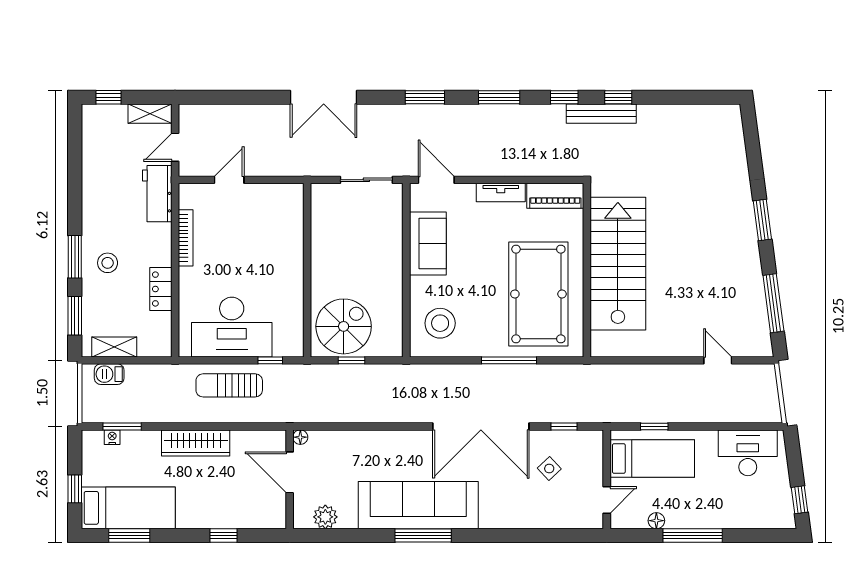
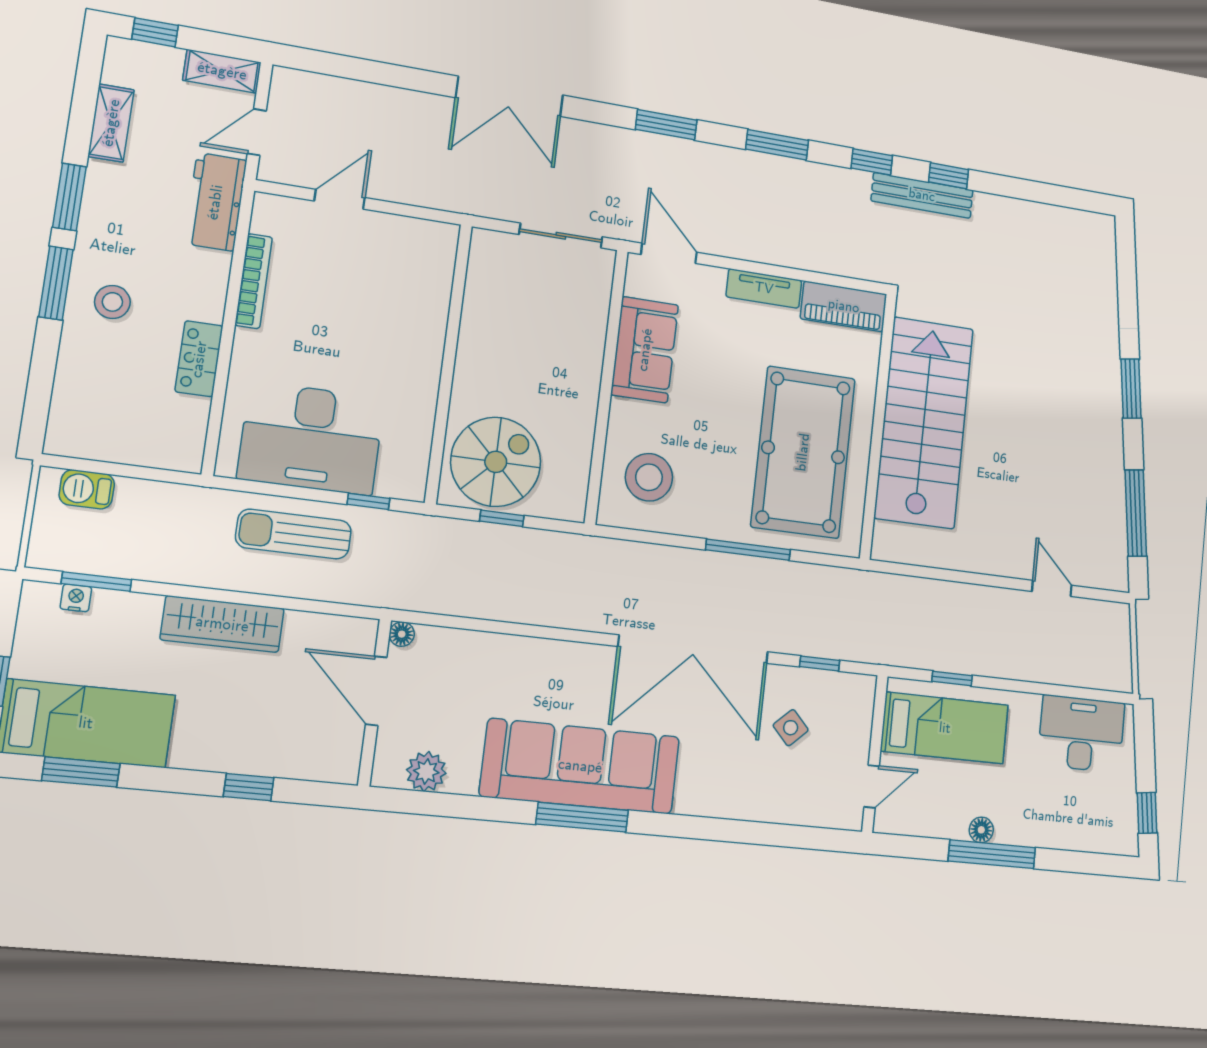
window: (75, 316) -> (69, 197), moved
shelving: (114, 347) -> (111, 123), moved, turned 90
floor lamp: (656, 521) -> (981, 830), moved

